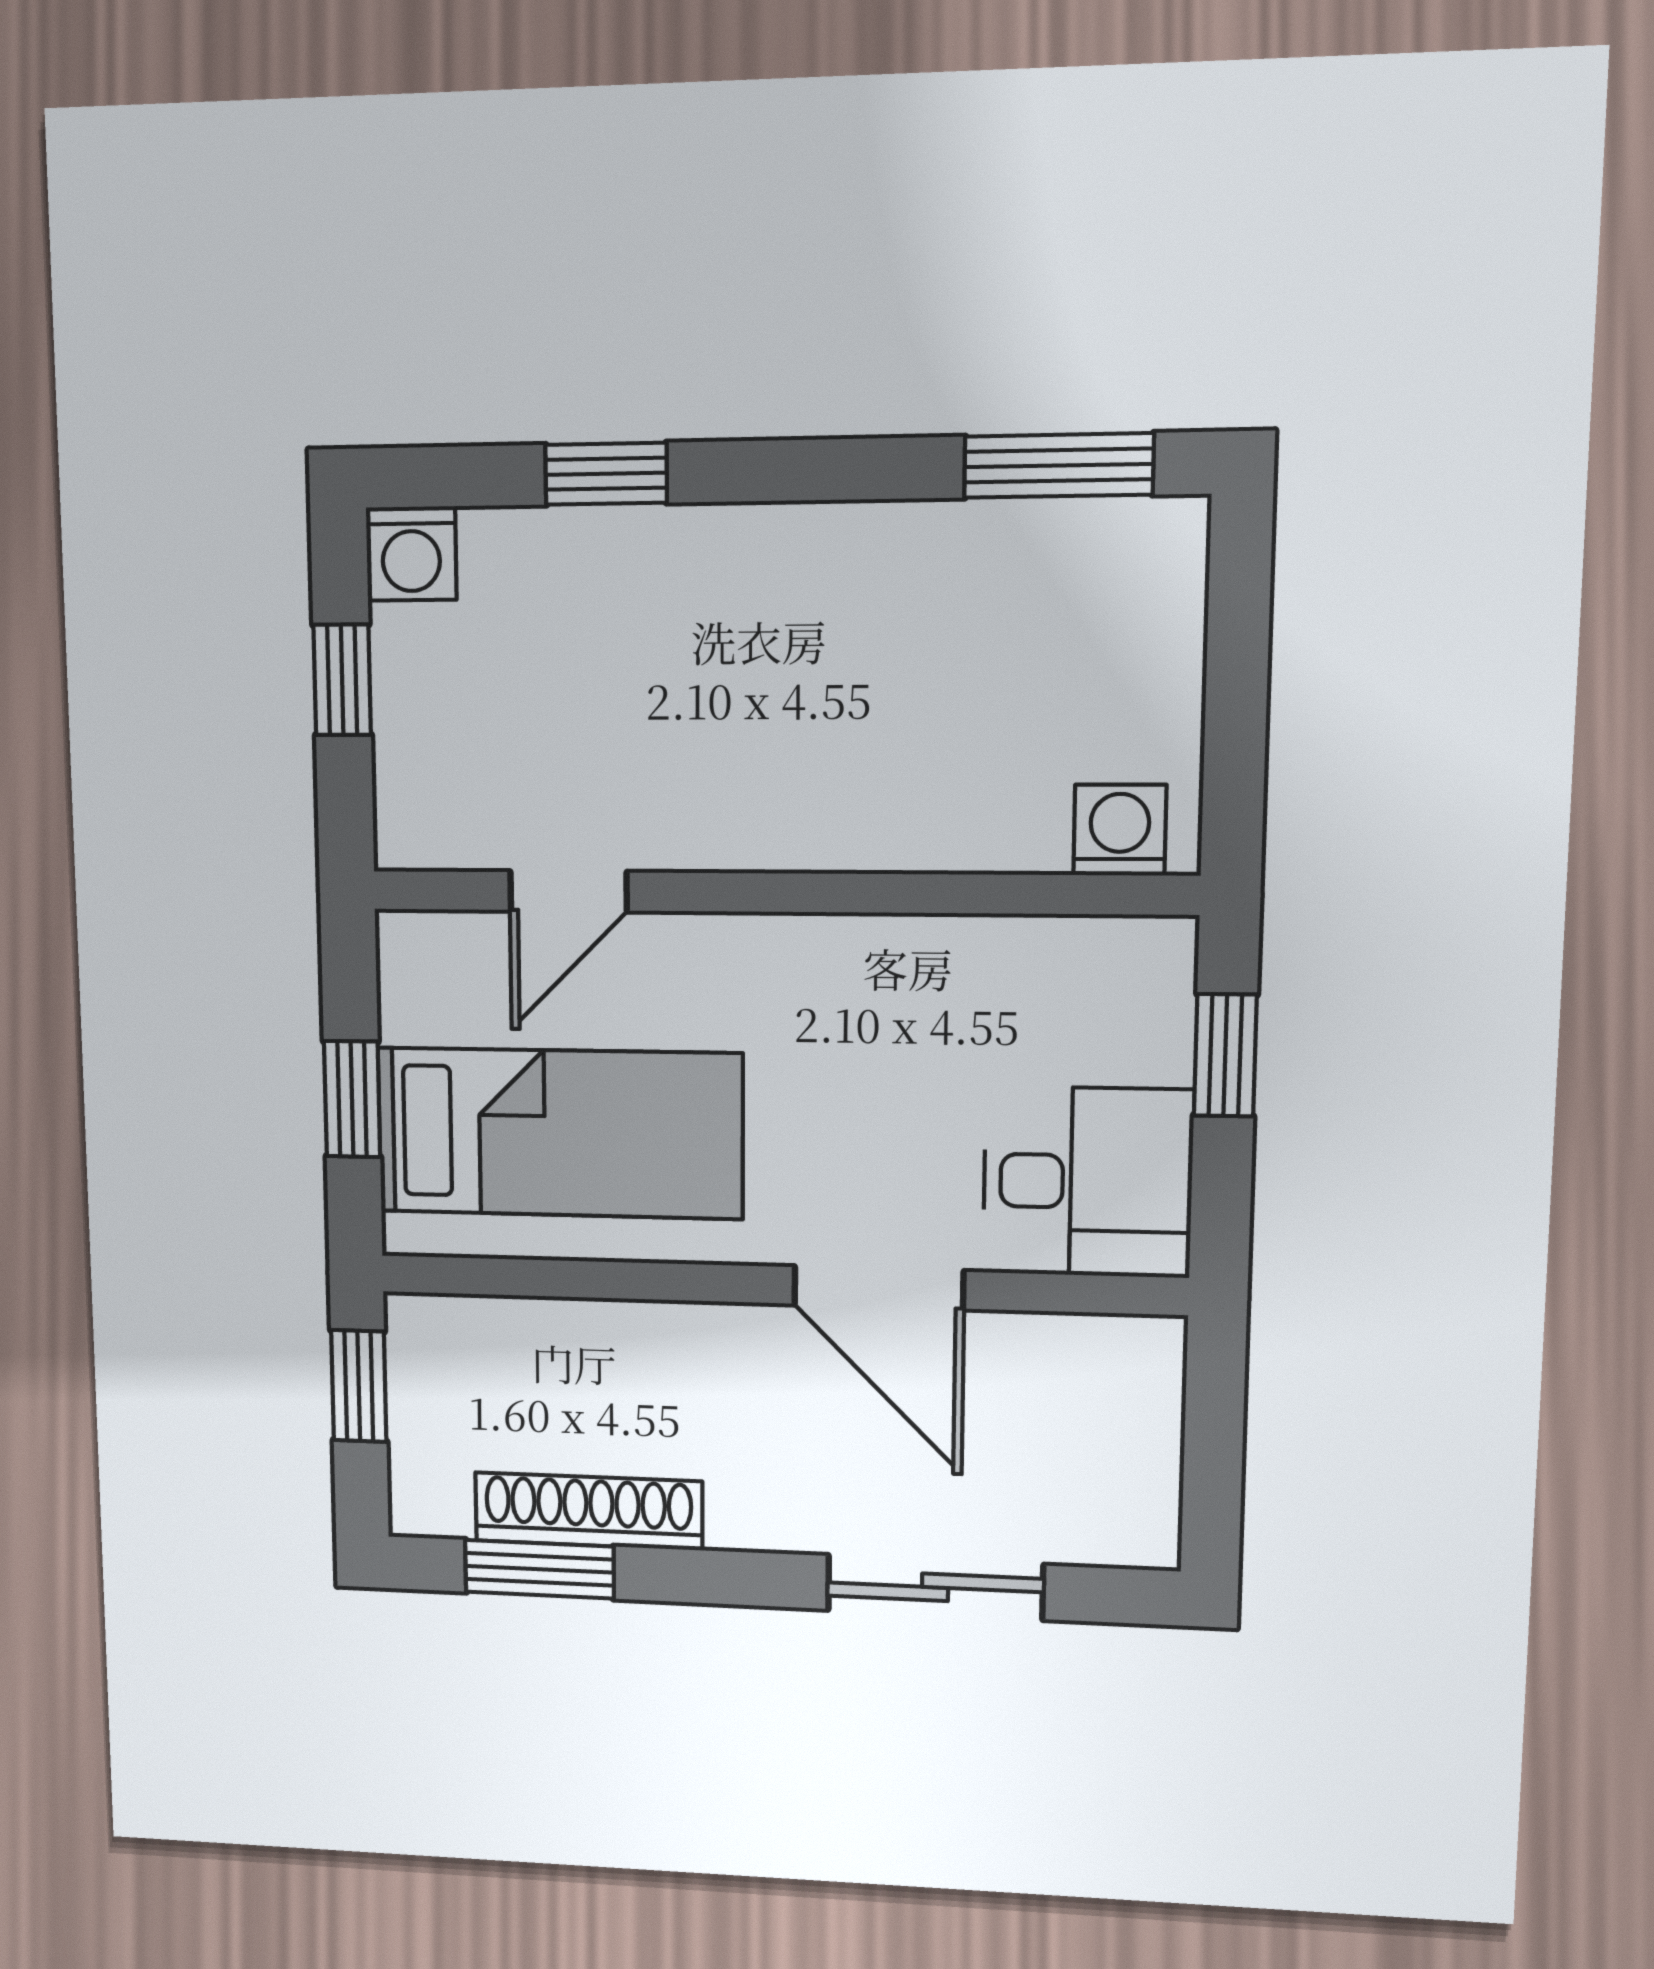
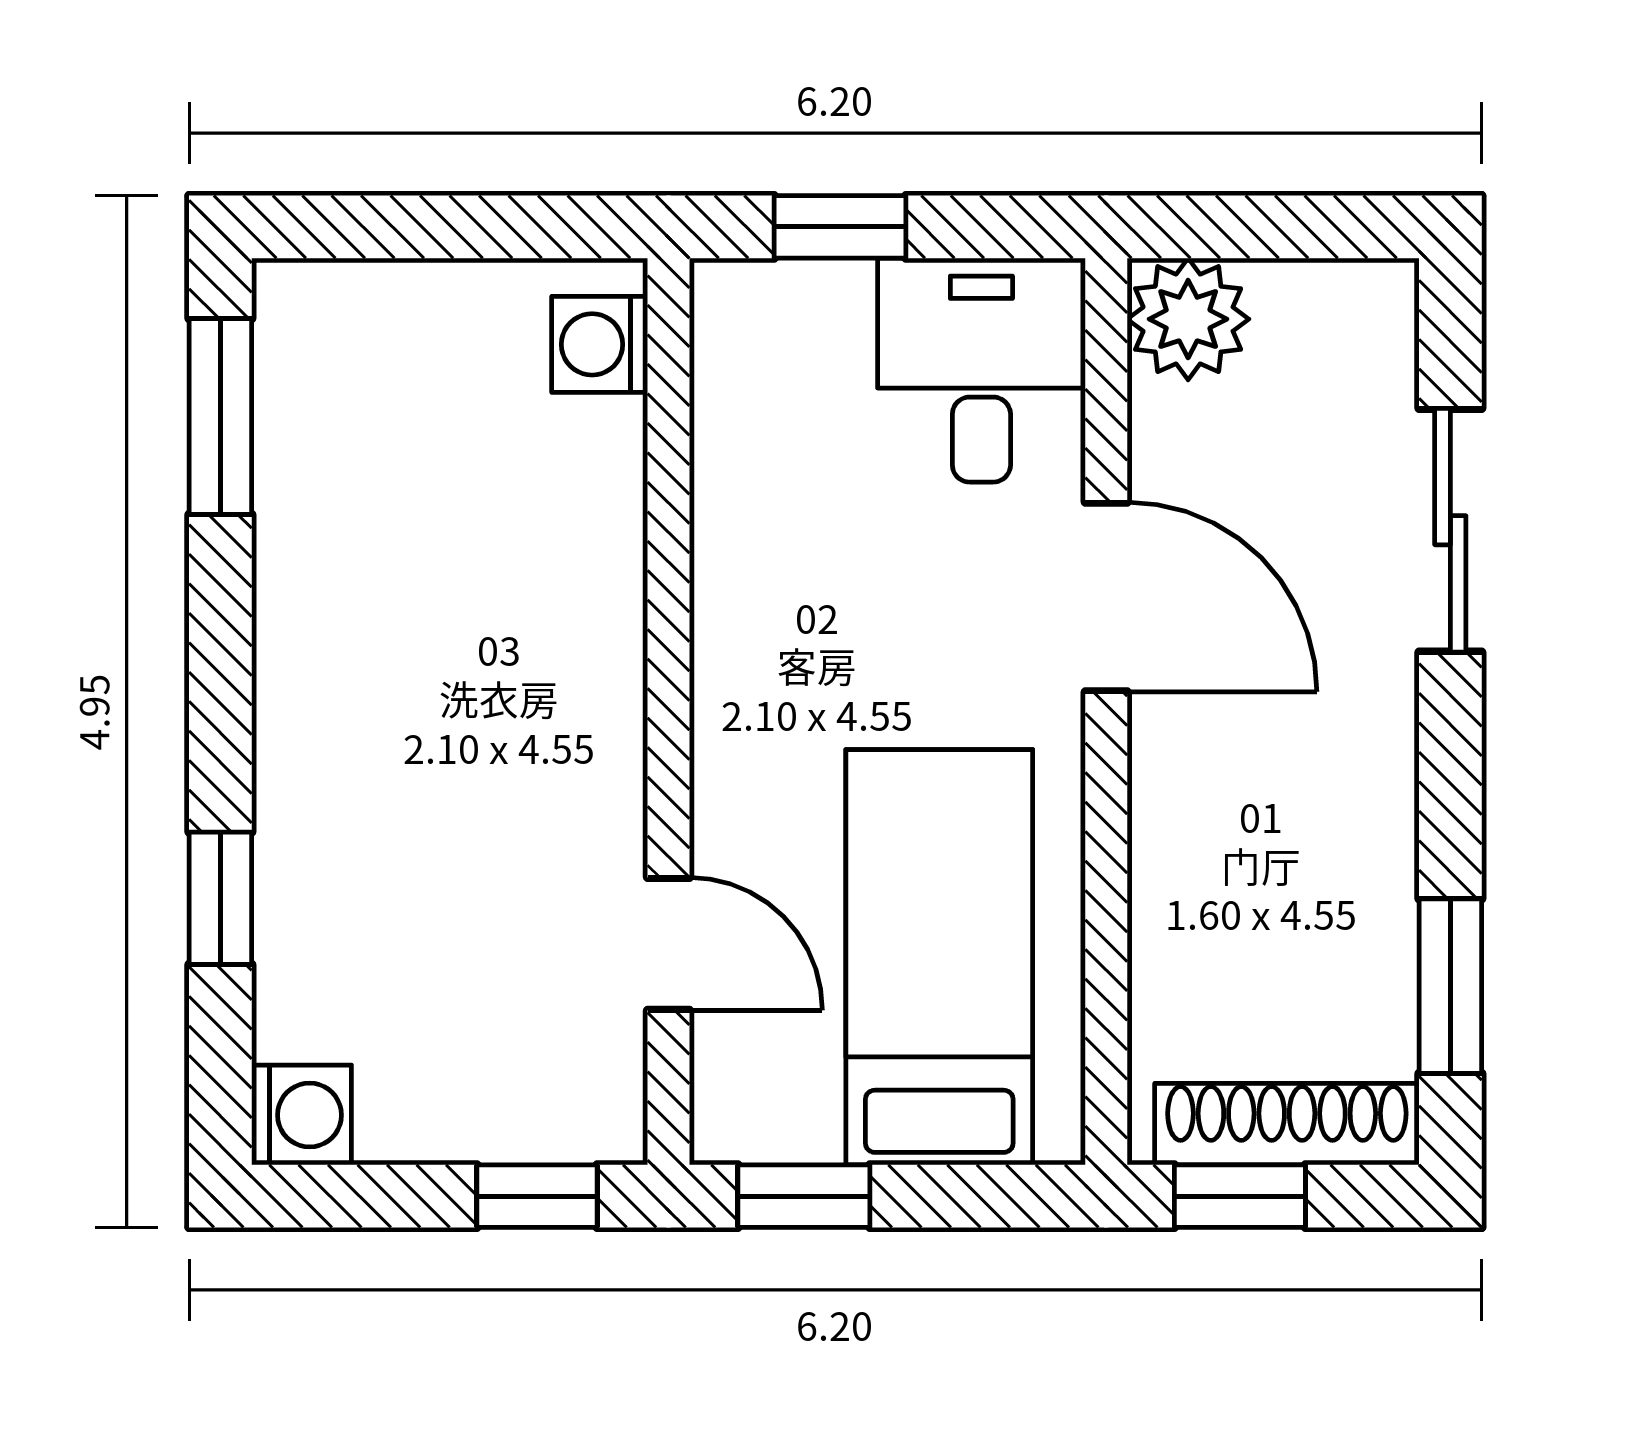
window: (342, 680) -> (537, 1196), moved
window: (352, 1099) -> (804, 1196), moved
door: (879, 1288) -> (1106, 597), hinge flipped
plant: (1130, 1368) -> (1188, 319), added
shoe rack: (588, 1511) -> (1287, 1124), moved, turned 90

